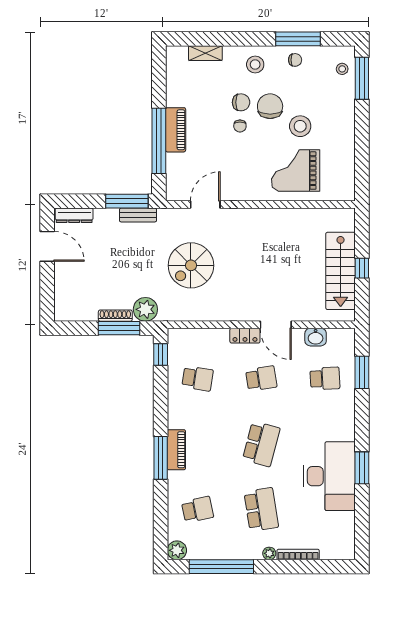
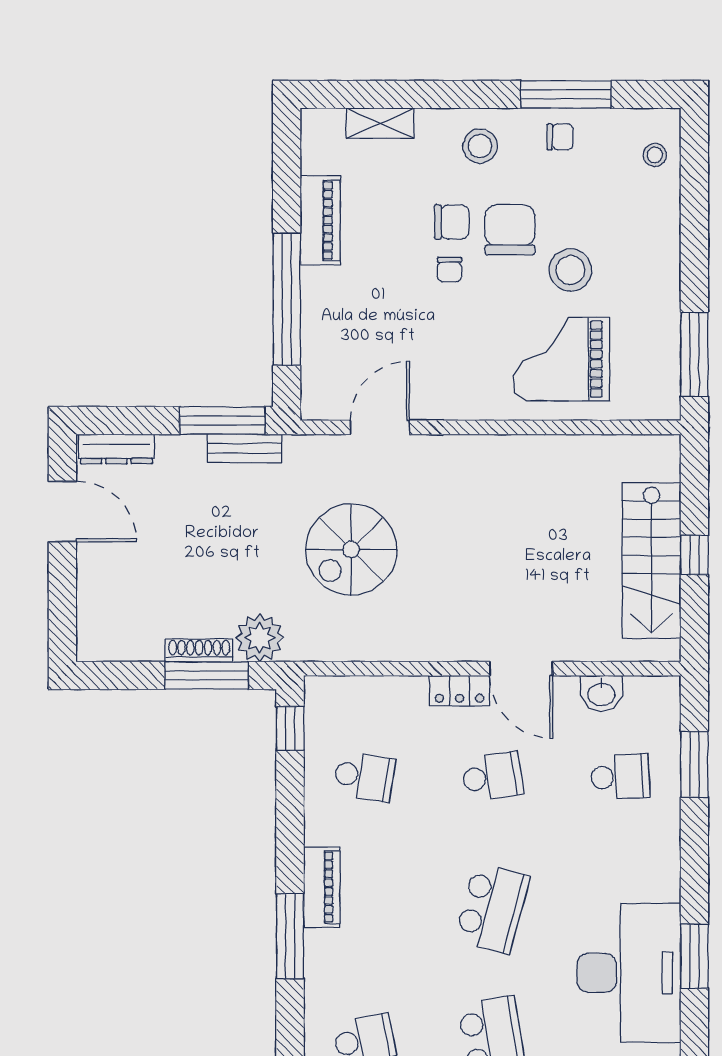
window: (362, 78) -> (694, 354), moved
piano: (176, 130) -> (320, 220), moved
piano: (176, 450) -> (322, 887), moved

